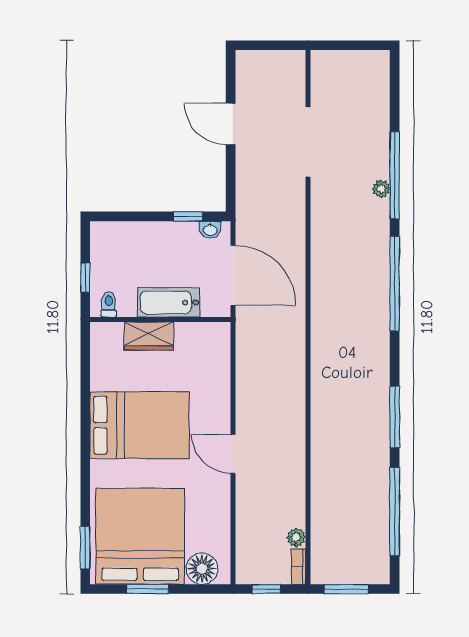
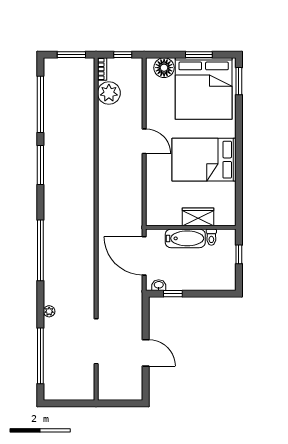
window: (395, 175) -> (40, 356), moved
toilet: (109, 304) -> (211, 237), moved
plant: (296, 537) -> (109, 93), width x1.88, depth x1.88

